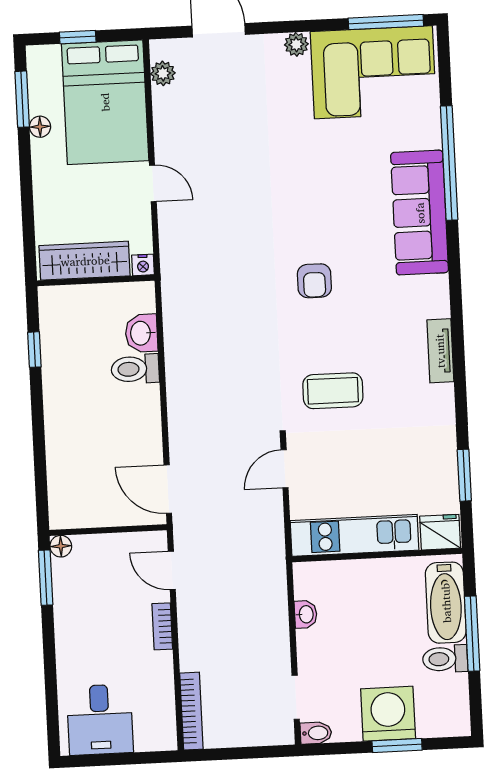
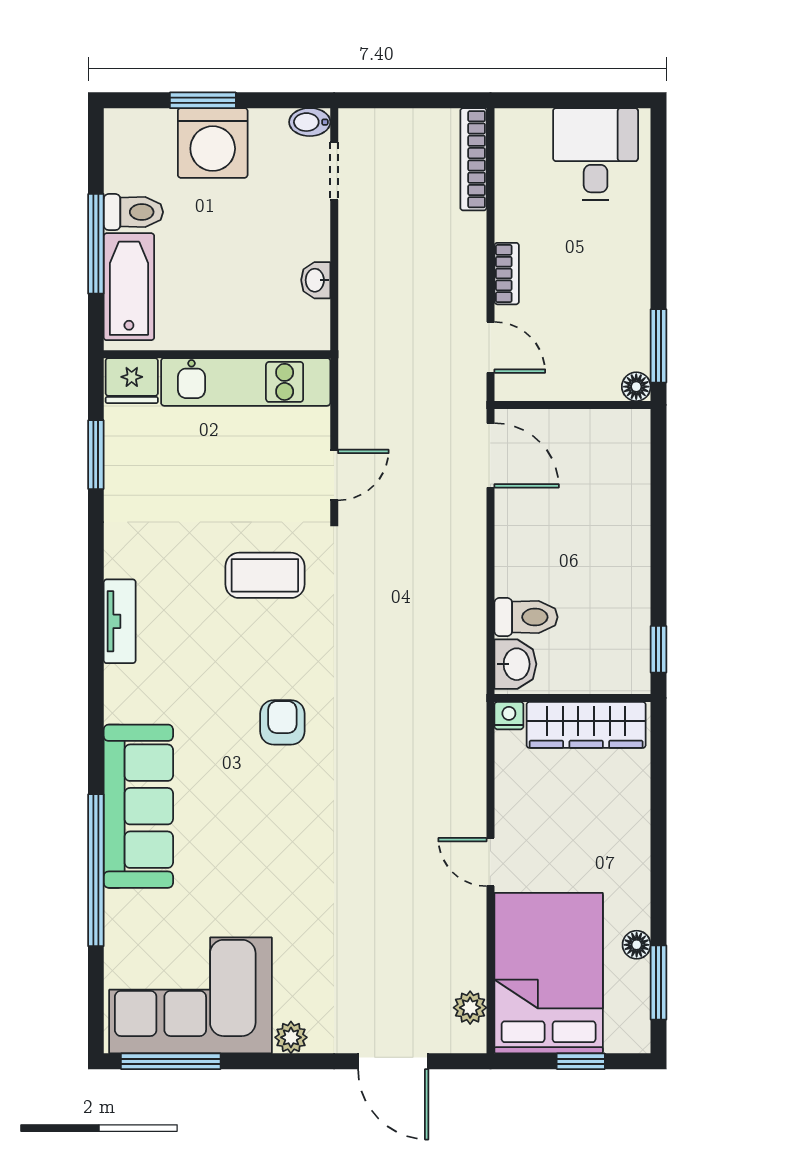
wardrobe: (85, 261) -> (586, 725), moved
nightstand: (143, 265) -> (509, 716), moved
wall: (96, 280) -> (573, 698), moved

